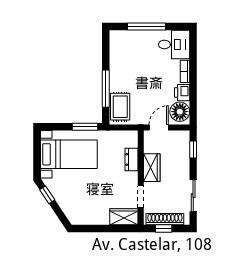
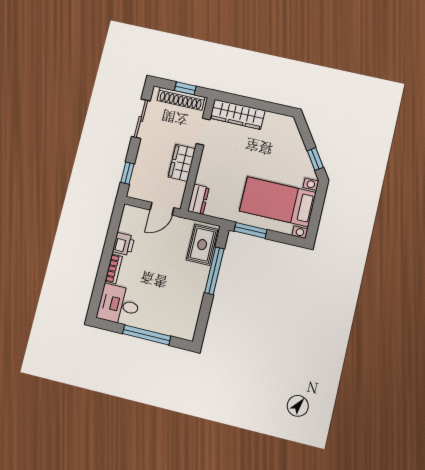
floor lamp: (180, 112) -> (132, 222), removed
dresser: (132, 159) -> (198, 199), moved
wardrobe: (124, 217) -> (237, 114), width x1.50

